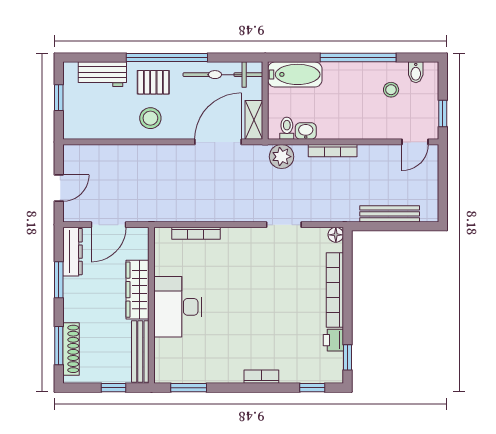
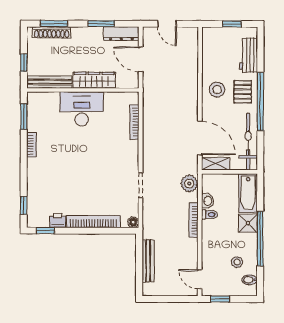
shower: (337, 75) -> (248, 223), added
toilet: (287, 128) -> (209, 214), moved
bookcase: (261, 377) -> (32, 145), moved

